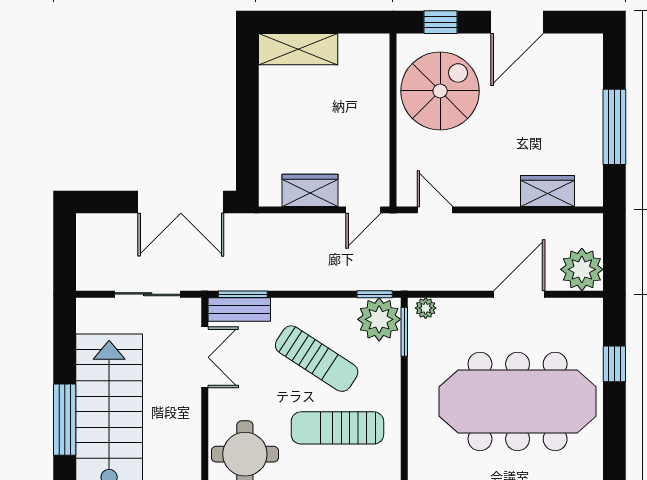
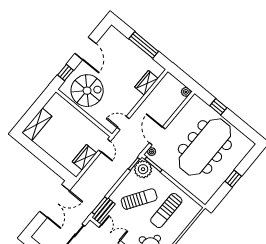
spiral stairs: (440, 91) -> (87, 91), turned 90
plant: (582, 269) -> (186, 92), width x0.53, depth x0.53
door: (519, 294) -> (157, 136), moved

